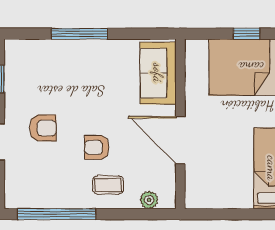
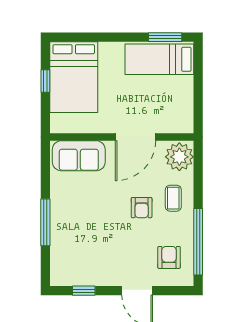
armchair: (43, 128) -> (169, 257), moved
plant: (149, 200) -> (179, 157), width x1.87, depth x1.87

